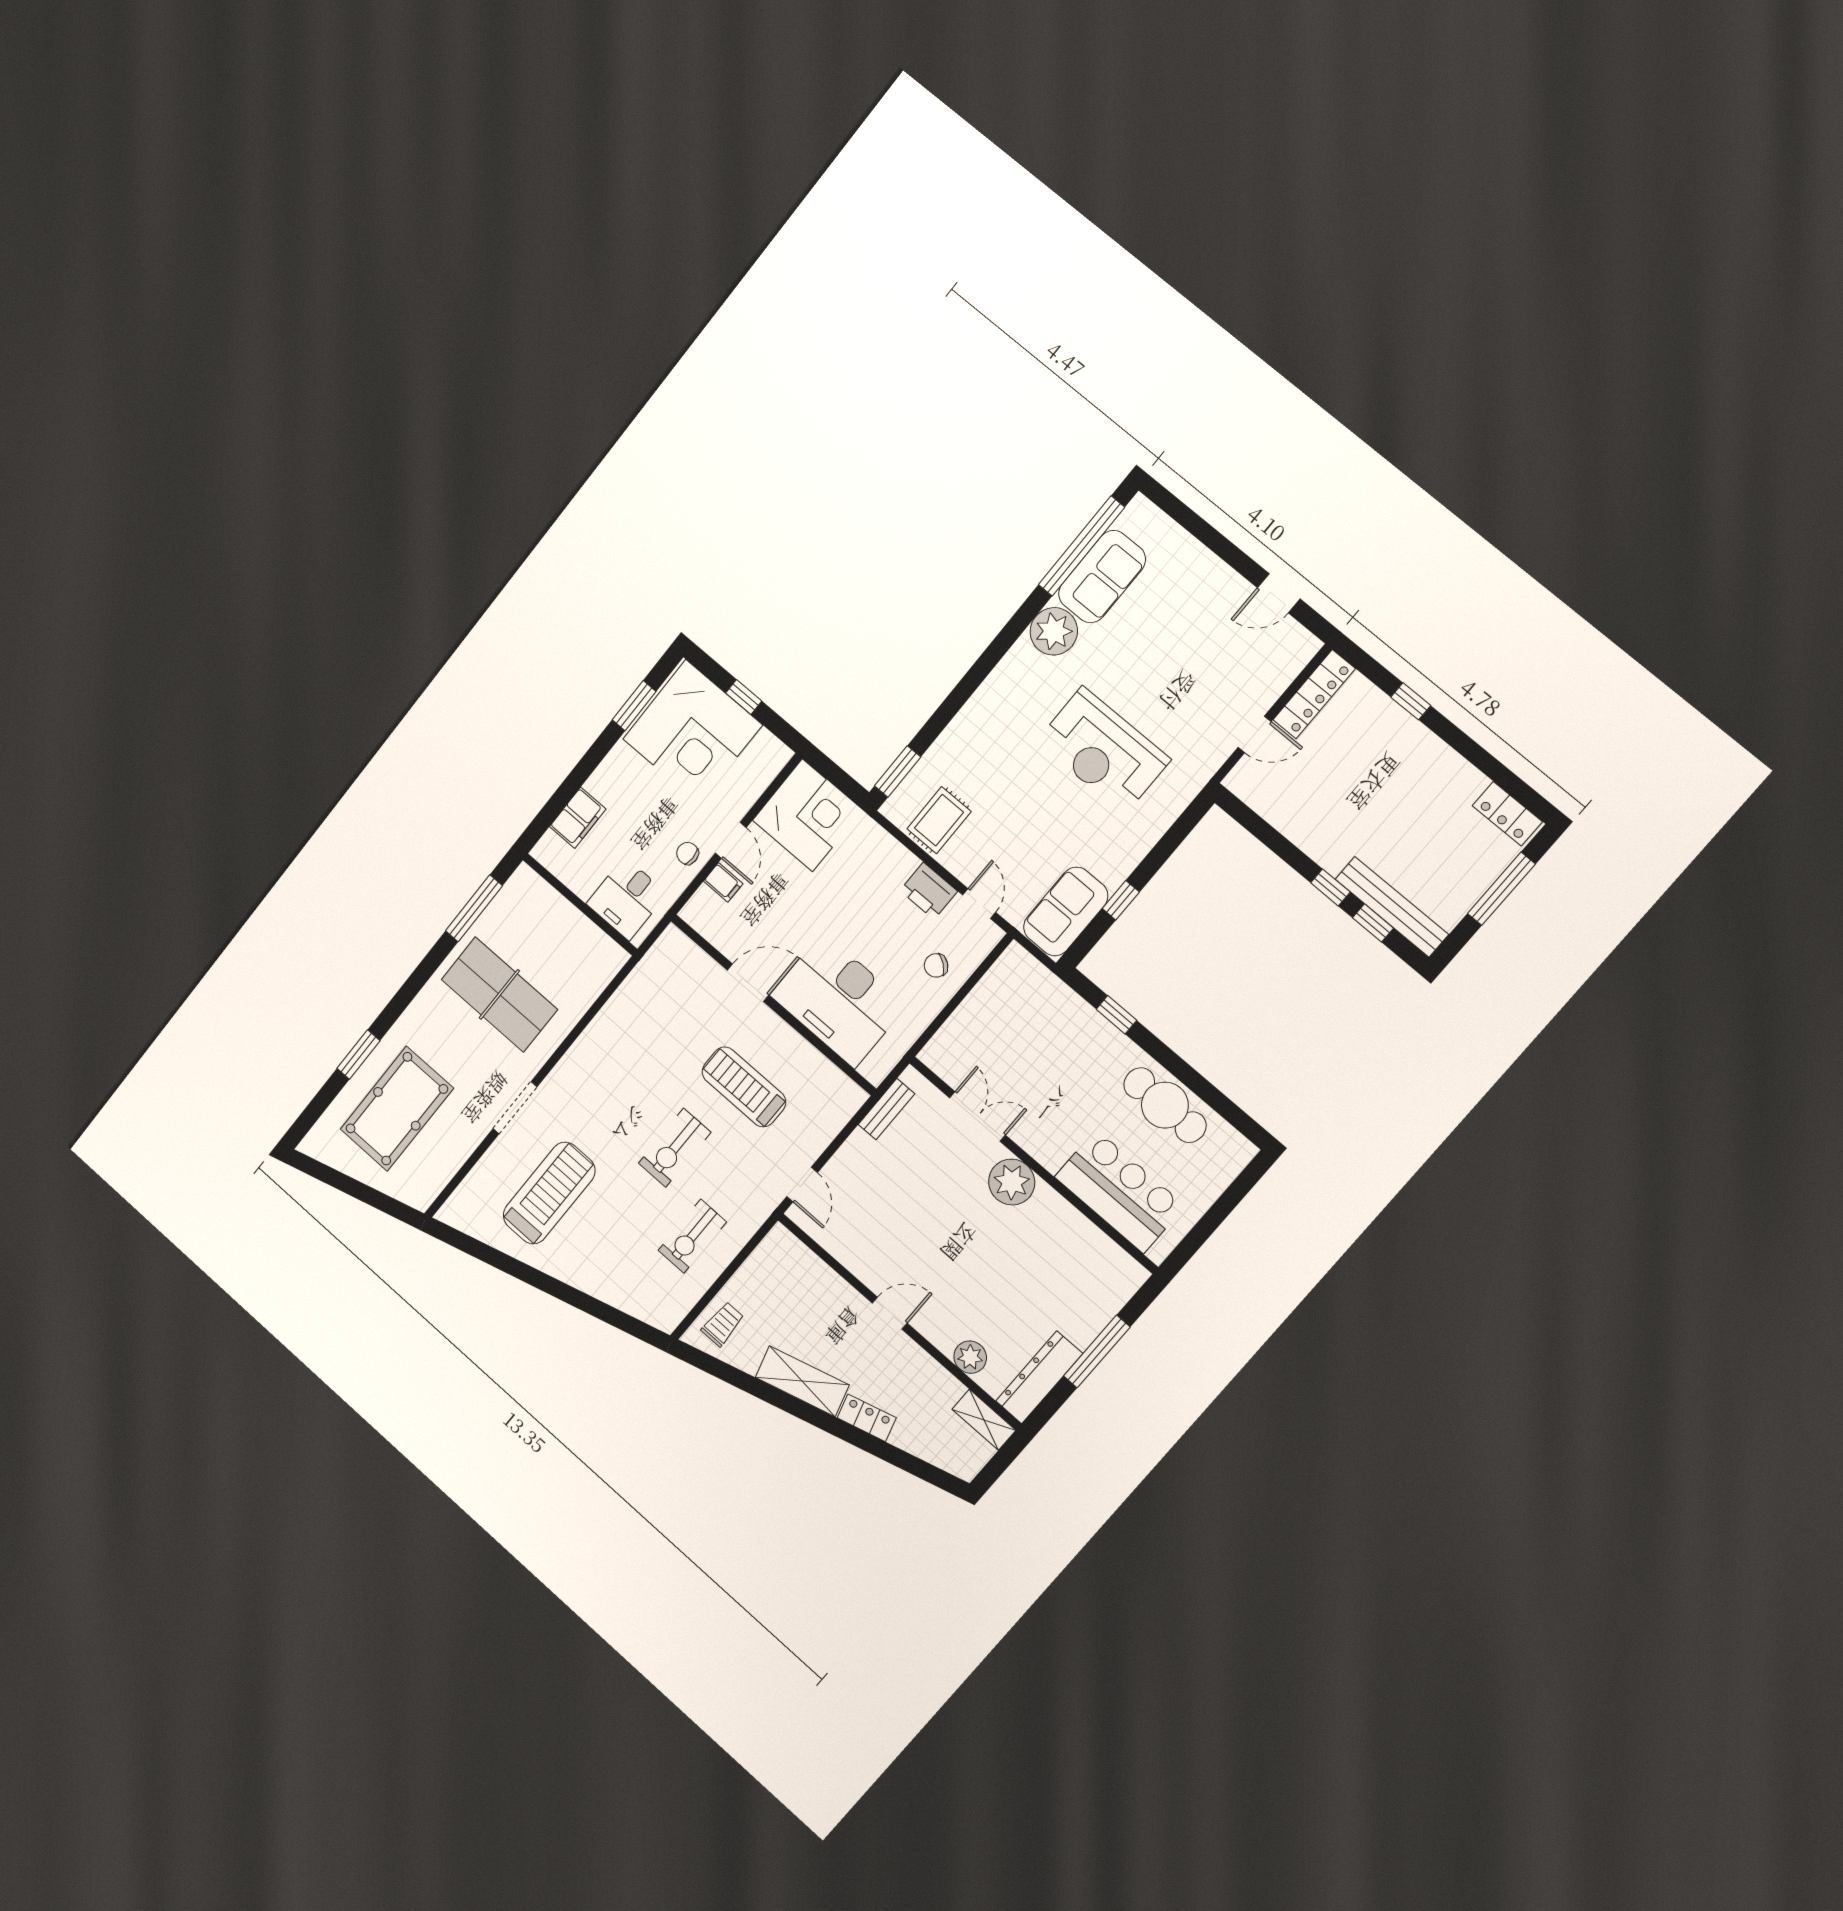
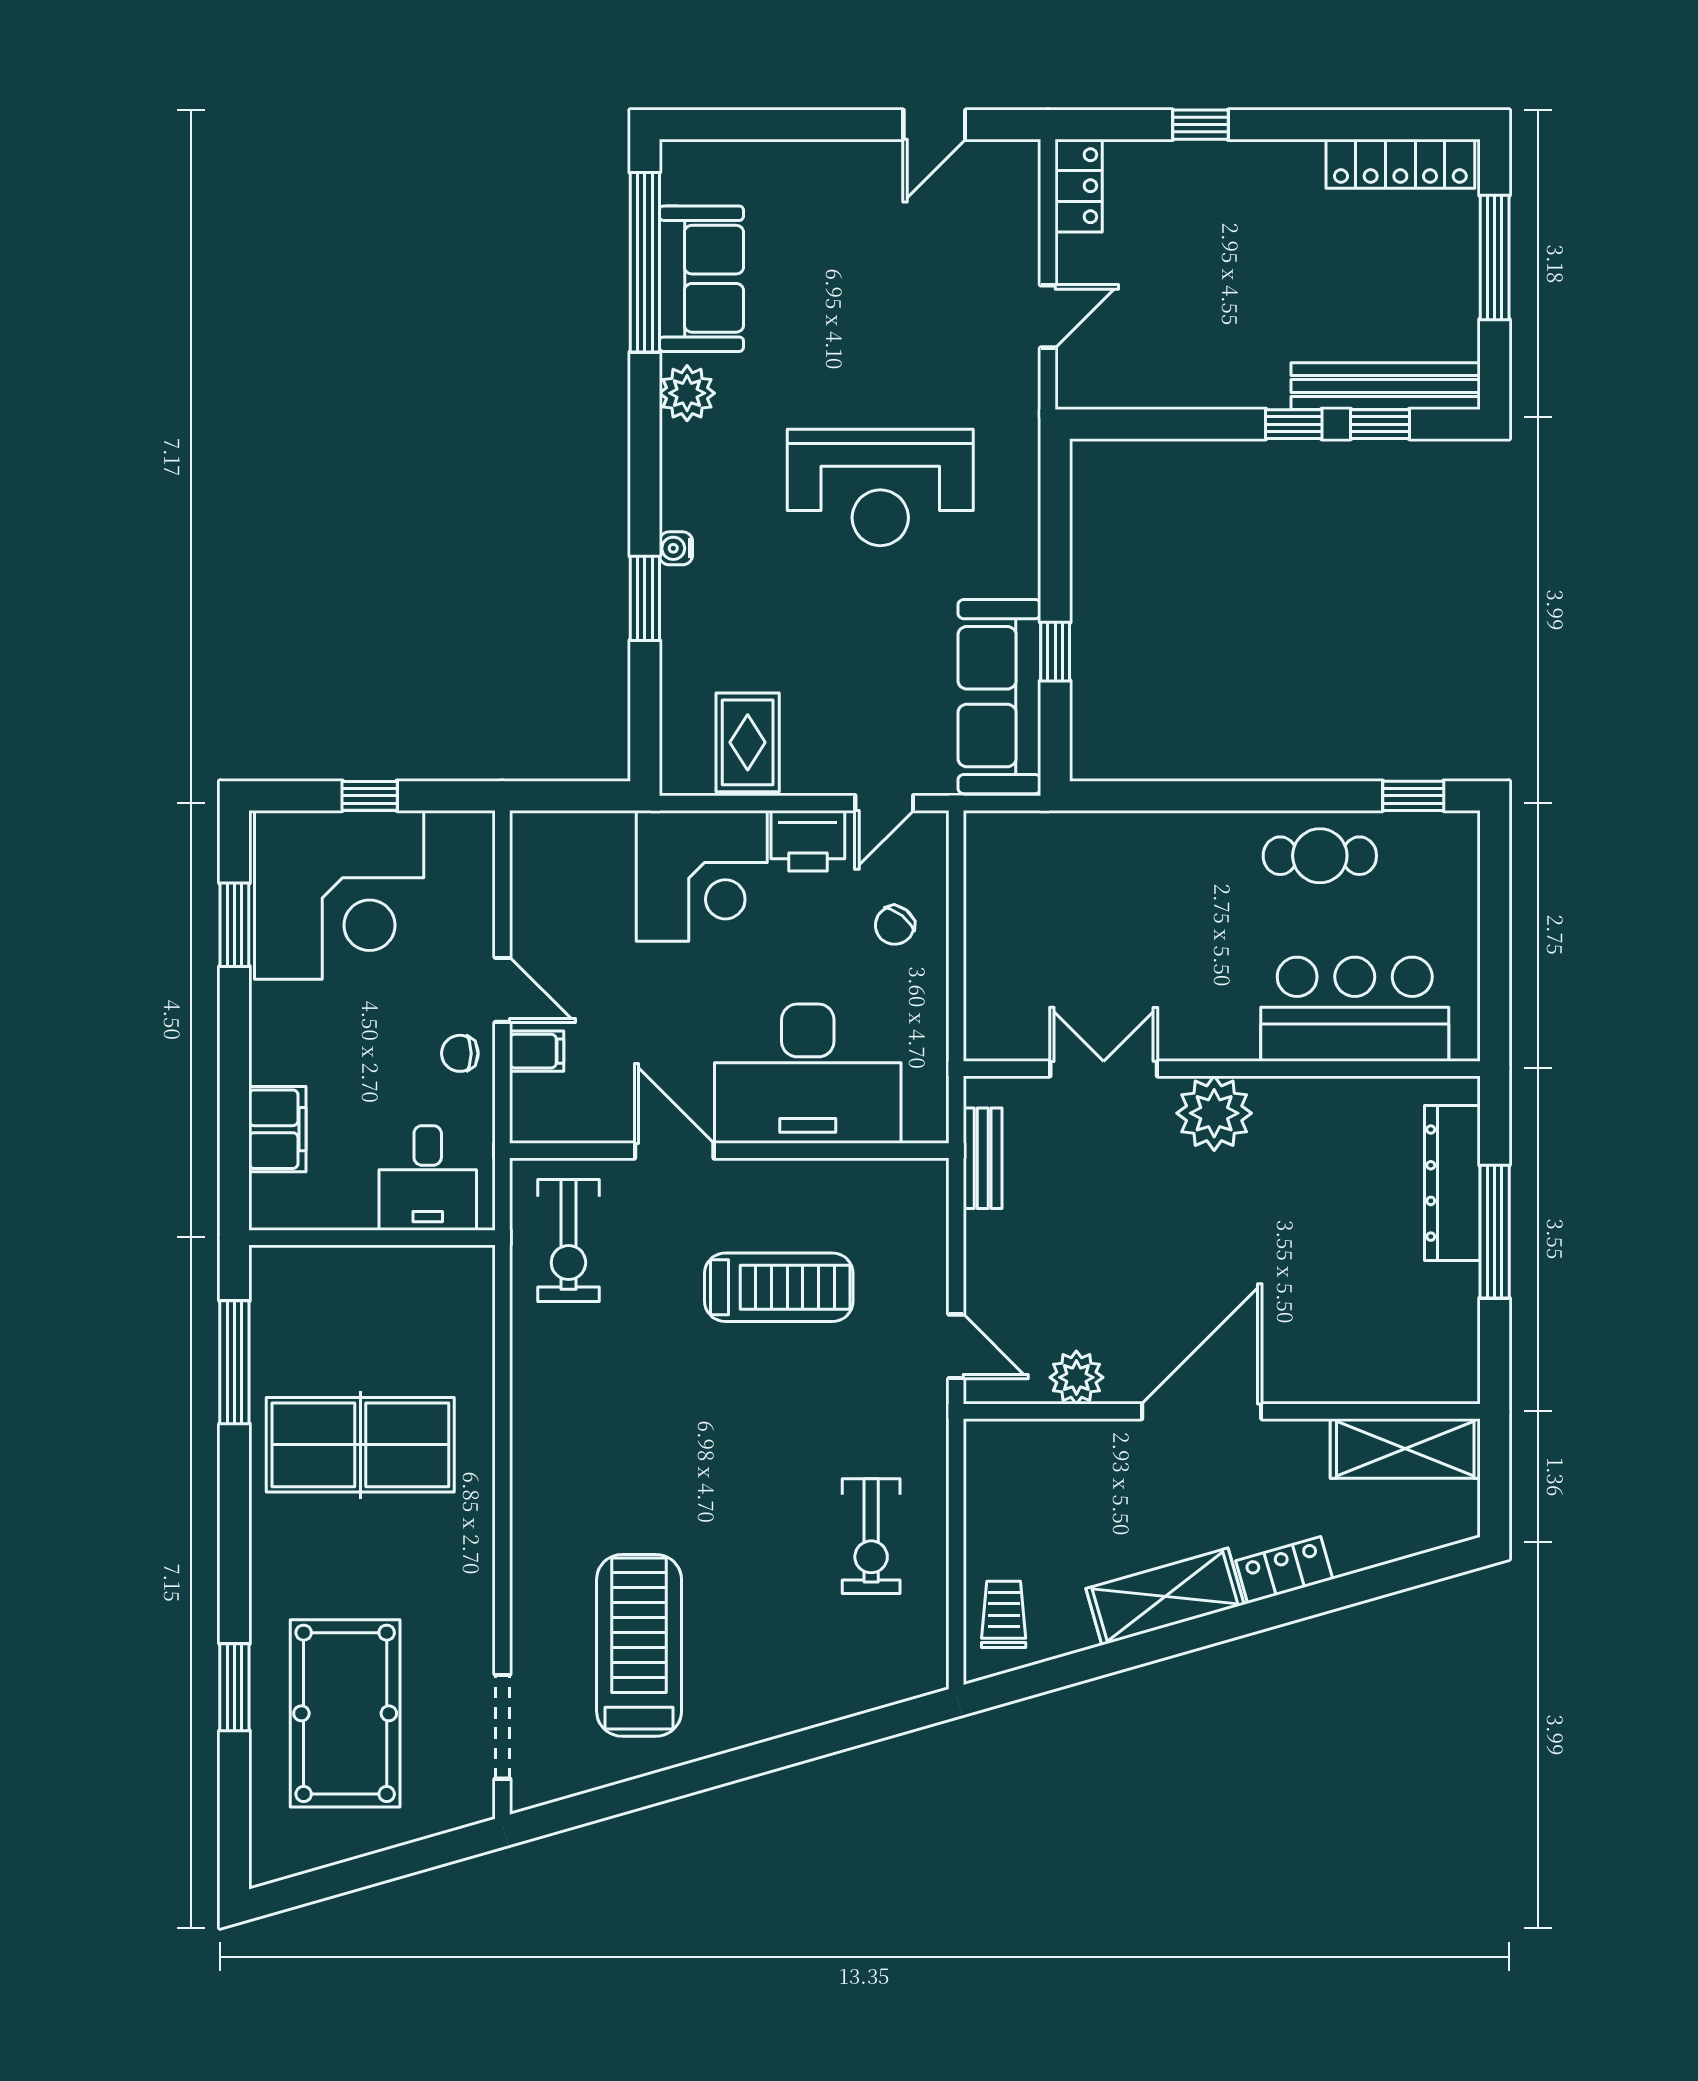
plant: (1054, 631) -> (687, 393), width x0.73, depth x0.73
locker: (1314, 694) -> (1079, 186), width x0.66
water cooler: (982, 698) -> (676, 548), added
window: (898, 771) -> (645, 598), moved
locker: (1507, 814) -> (1400, 164), width x1.53
corner desk: (807, 815) -> (702, 876), moved, turned 90
door: (979, 904) -> (884, 803), swing flipped
sofa: (1066, 911) -> (999, 697), width x1.36
door: (748, 983) -> (674, 1151), hinge flipped
window: (1116, 1015) -> (1413, 796), moved
treadmill: (744, 1087) -> (779, 1287), turned 180
cafe table: (1165, 1105) -> (1320, 856), width x0.73, depth x0.74
doorway: (515, 1108) -> (502, 1727), moved
exercise bike: (675, 1148) -> (568, 1241), moved
door: (890, 1313) -> (1202, 1411), width x1.88
plant: (970, 1357) -> (1076, 1377), moved
dresser: (1039, 1377) -> (1452, 1183), moved
shelving: (984, 1420) -> (1405, 1449), width x1.50, depth x1.33

